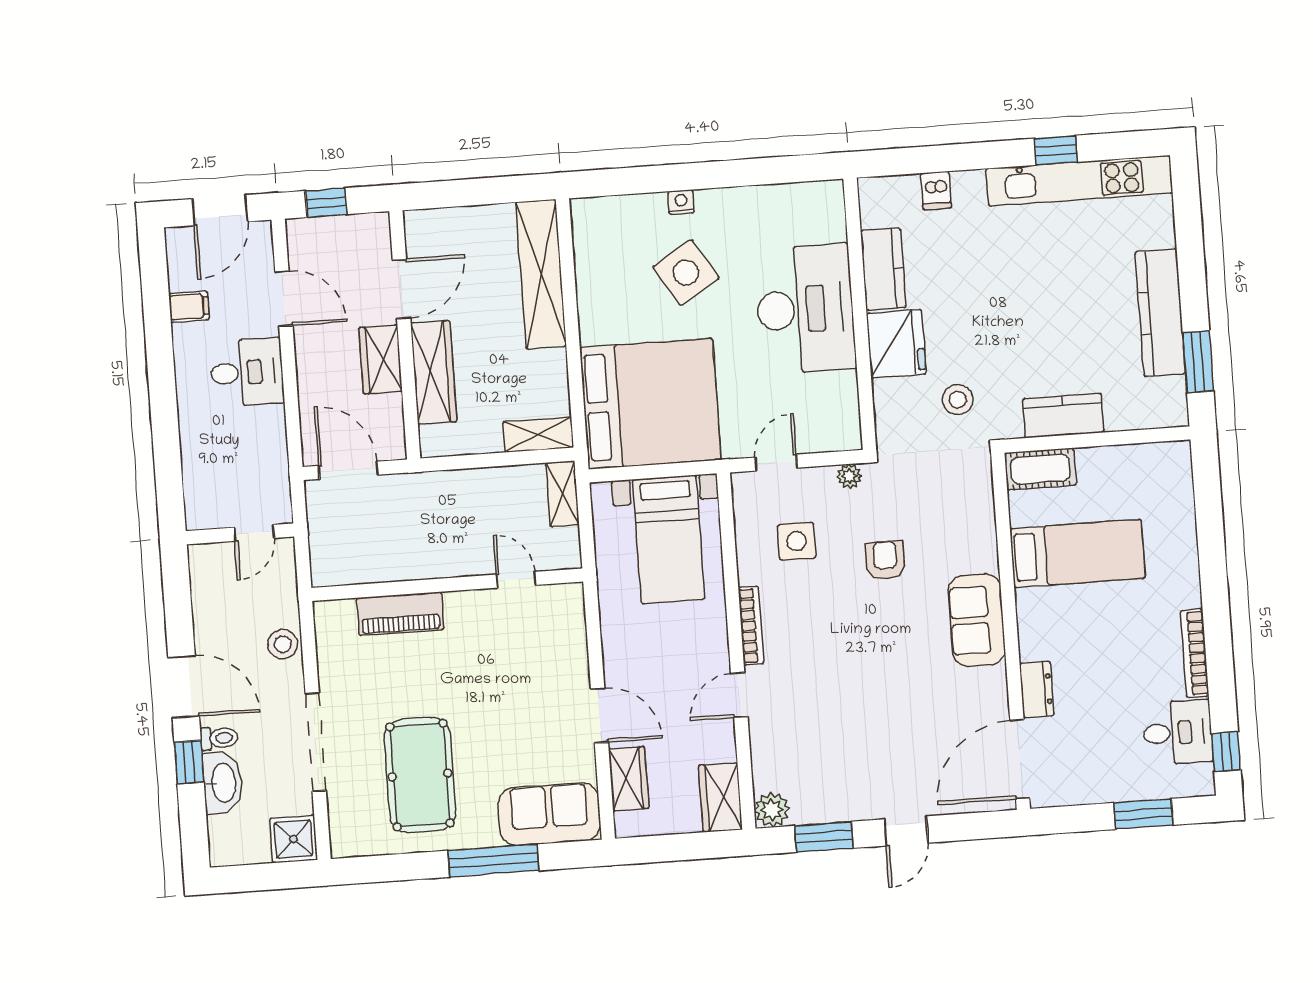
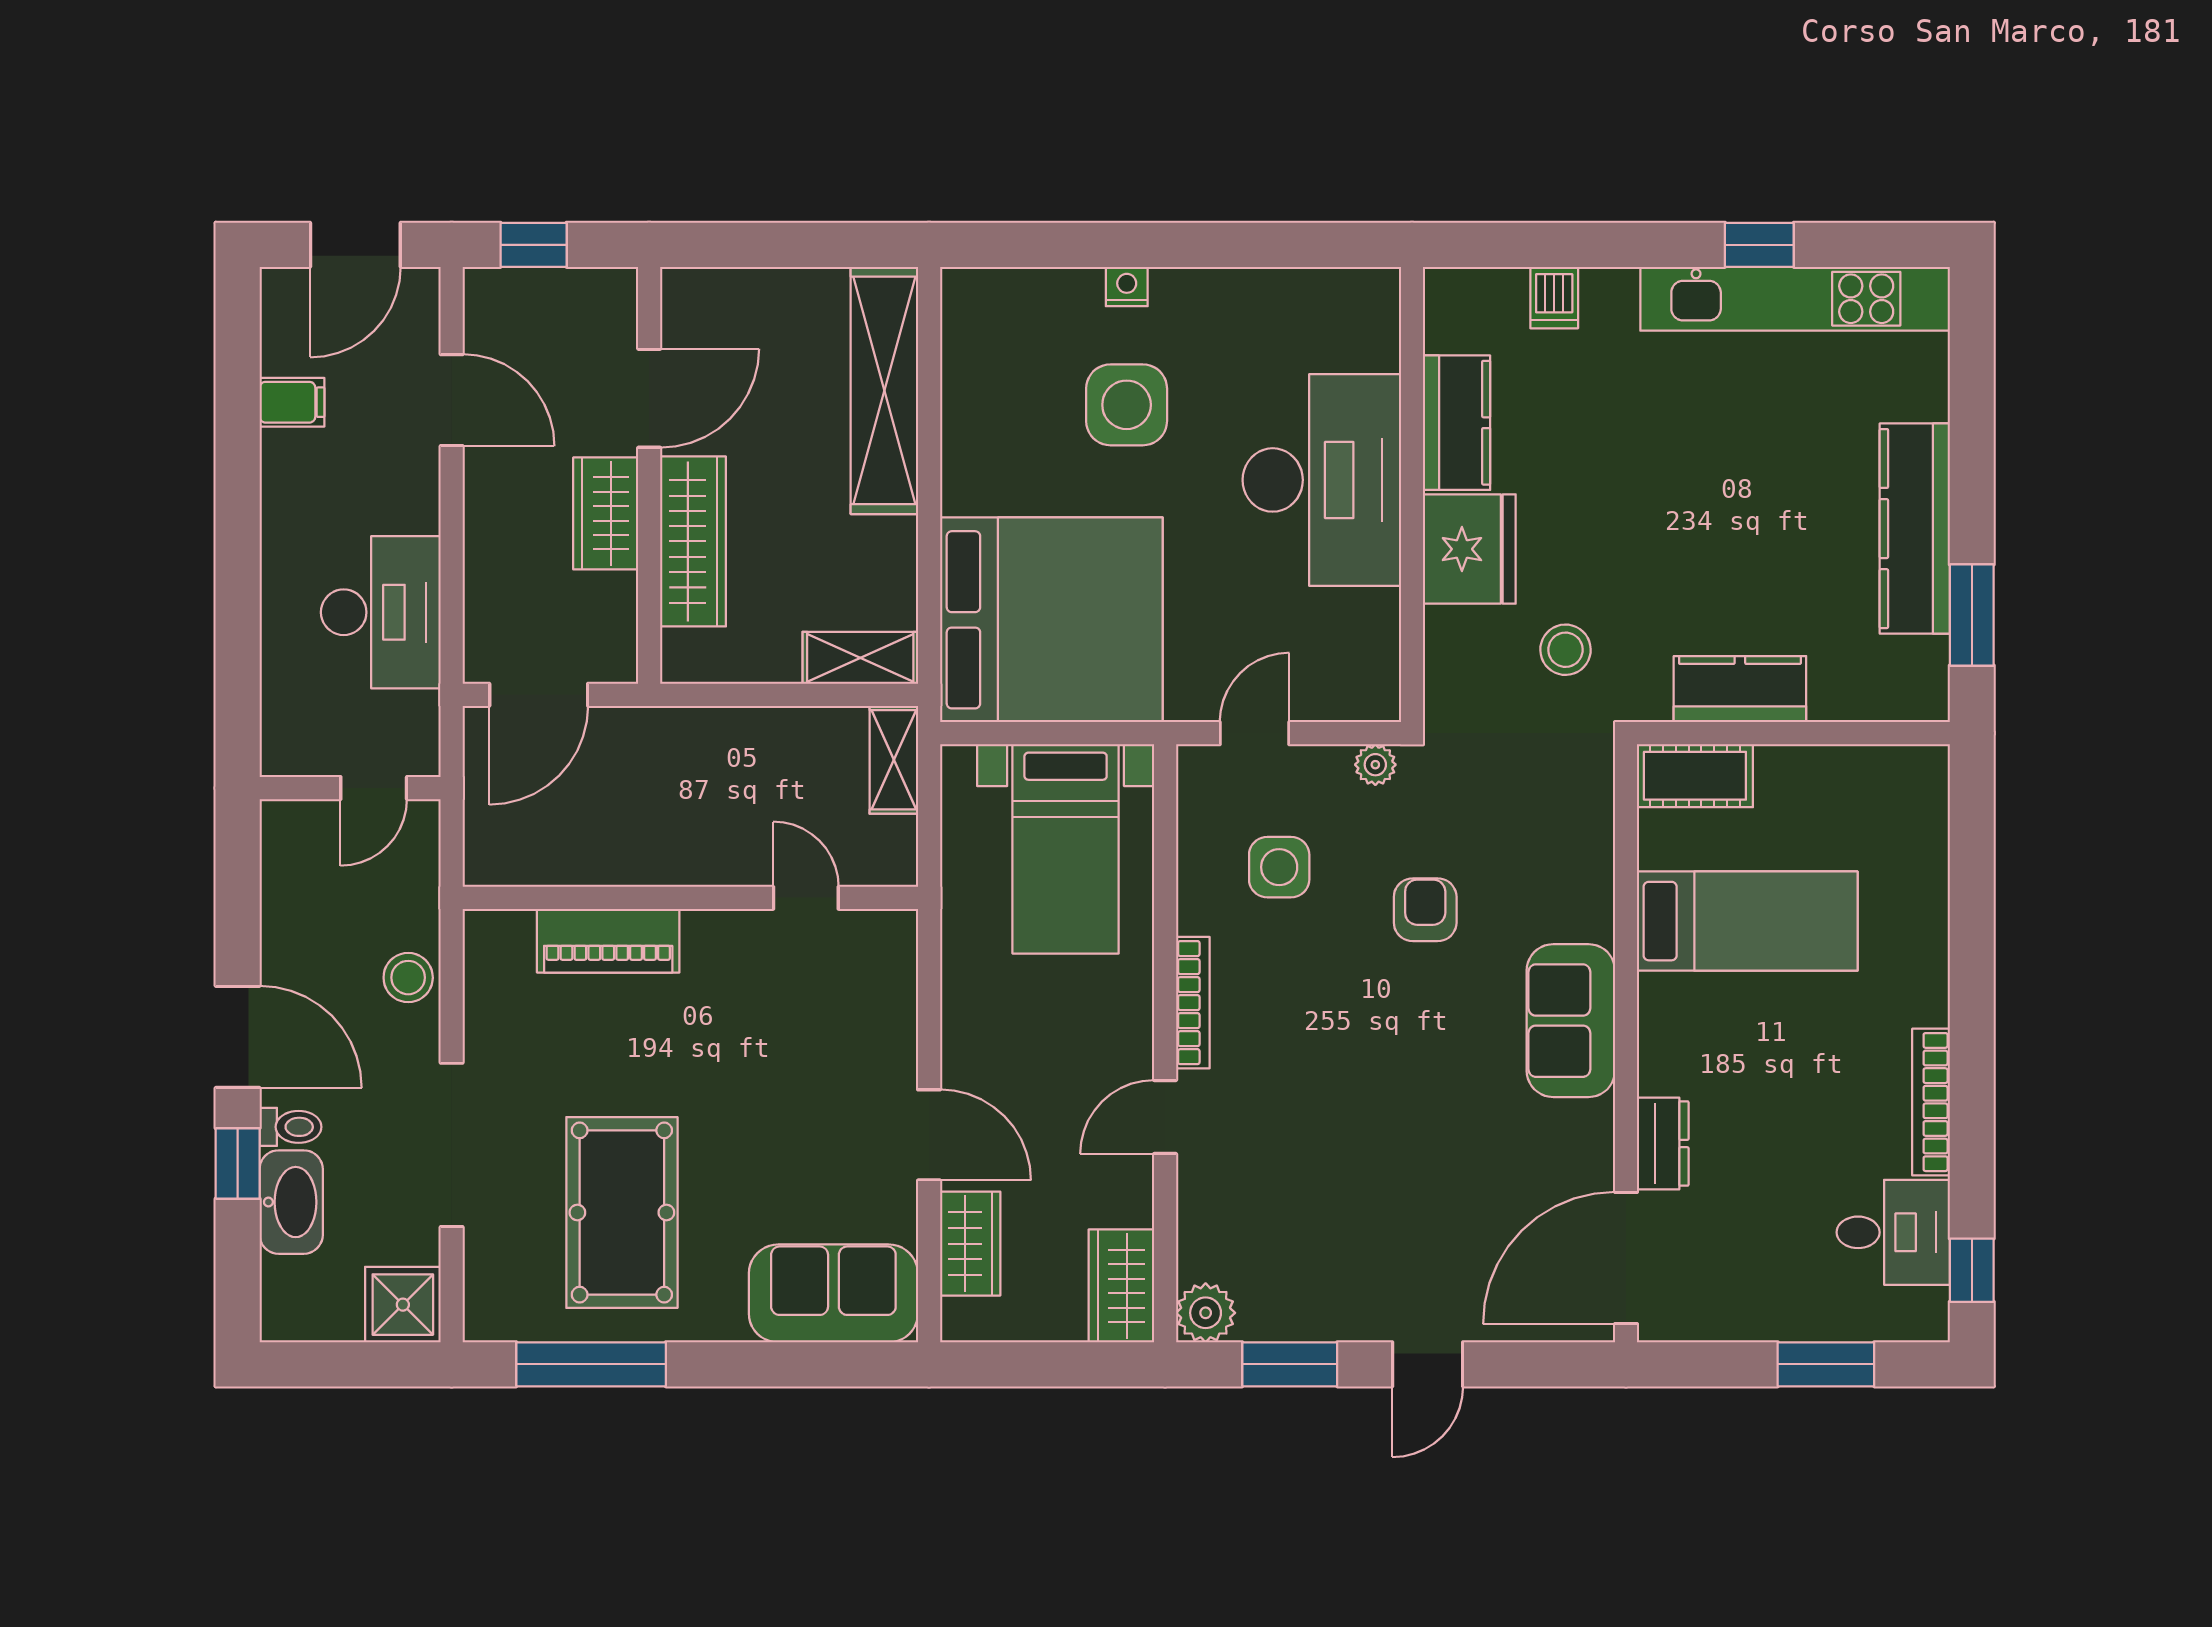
side table: (686, 273) -> (1127, 405), turned 32
desk: (247, 372) -> (381, 612), moved, width x1.37
door: (348, 470) -> (539, 695), swing flipped
window: (493, 861) -> (591, 1364), moved

